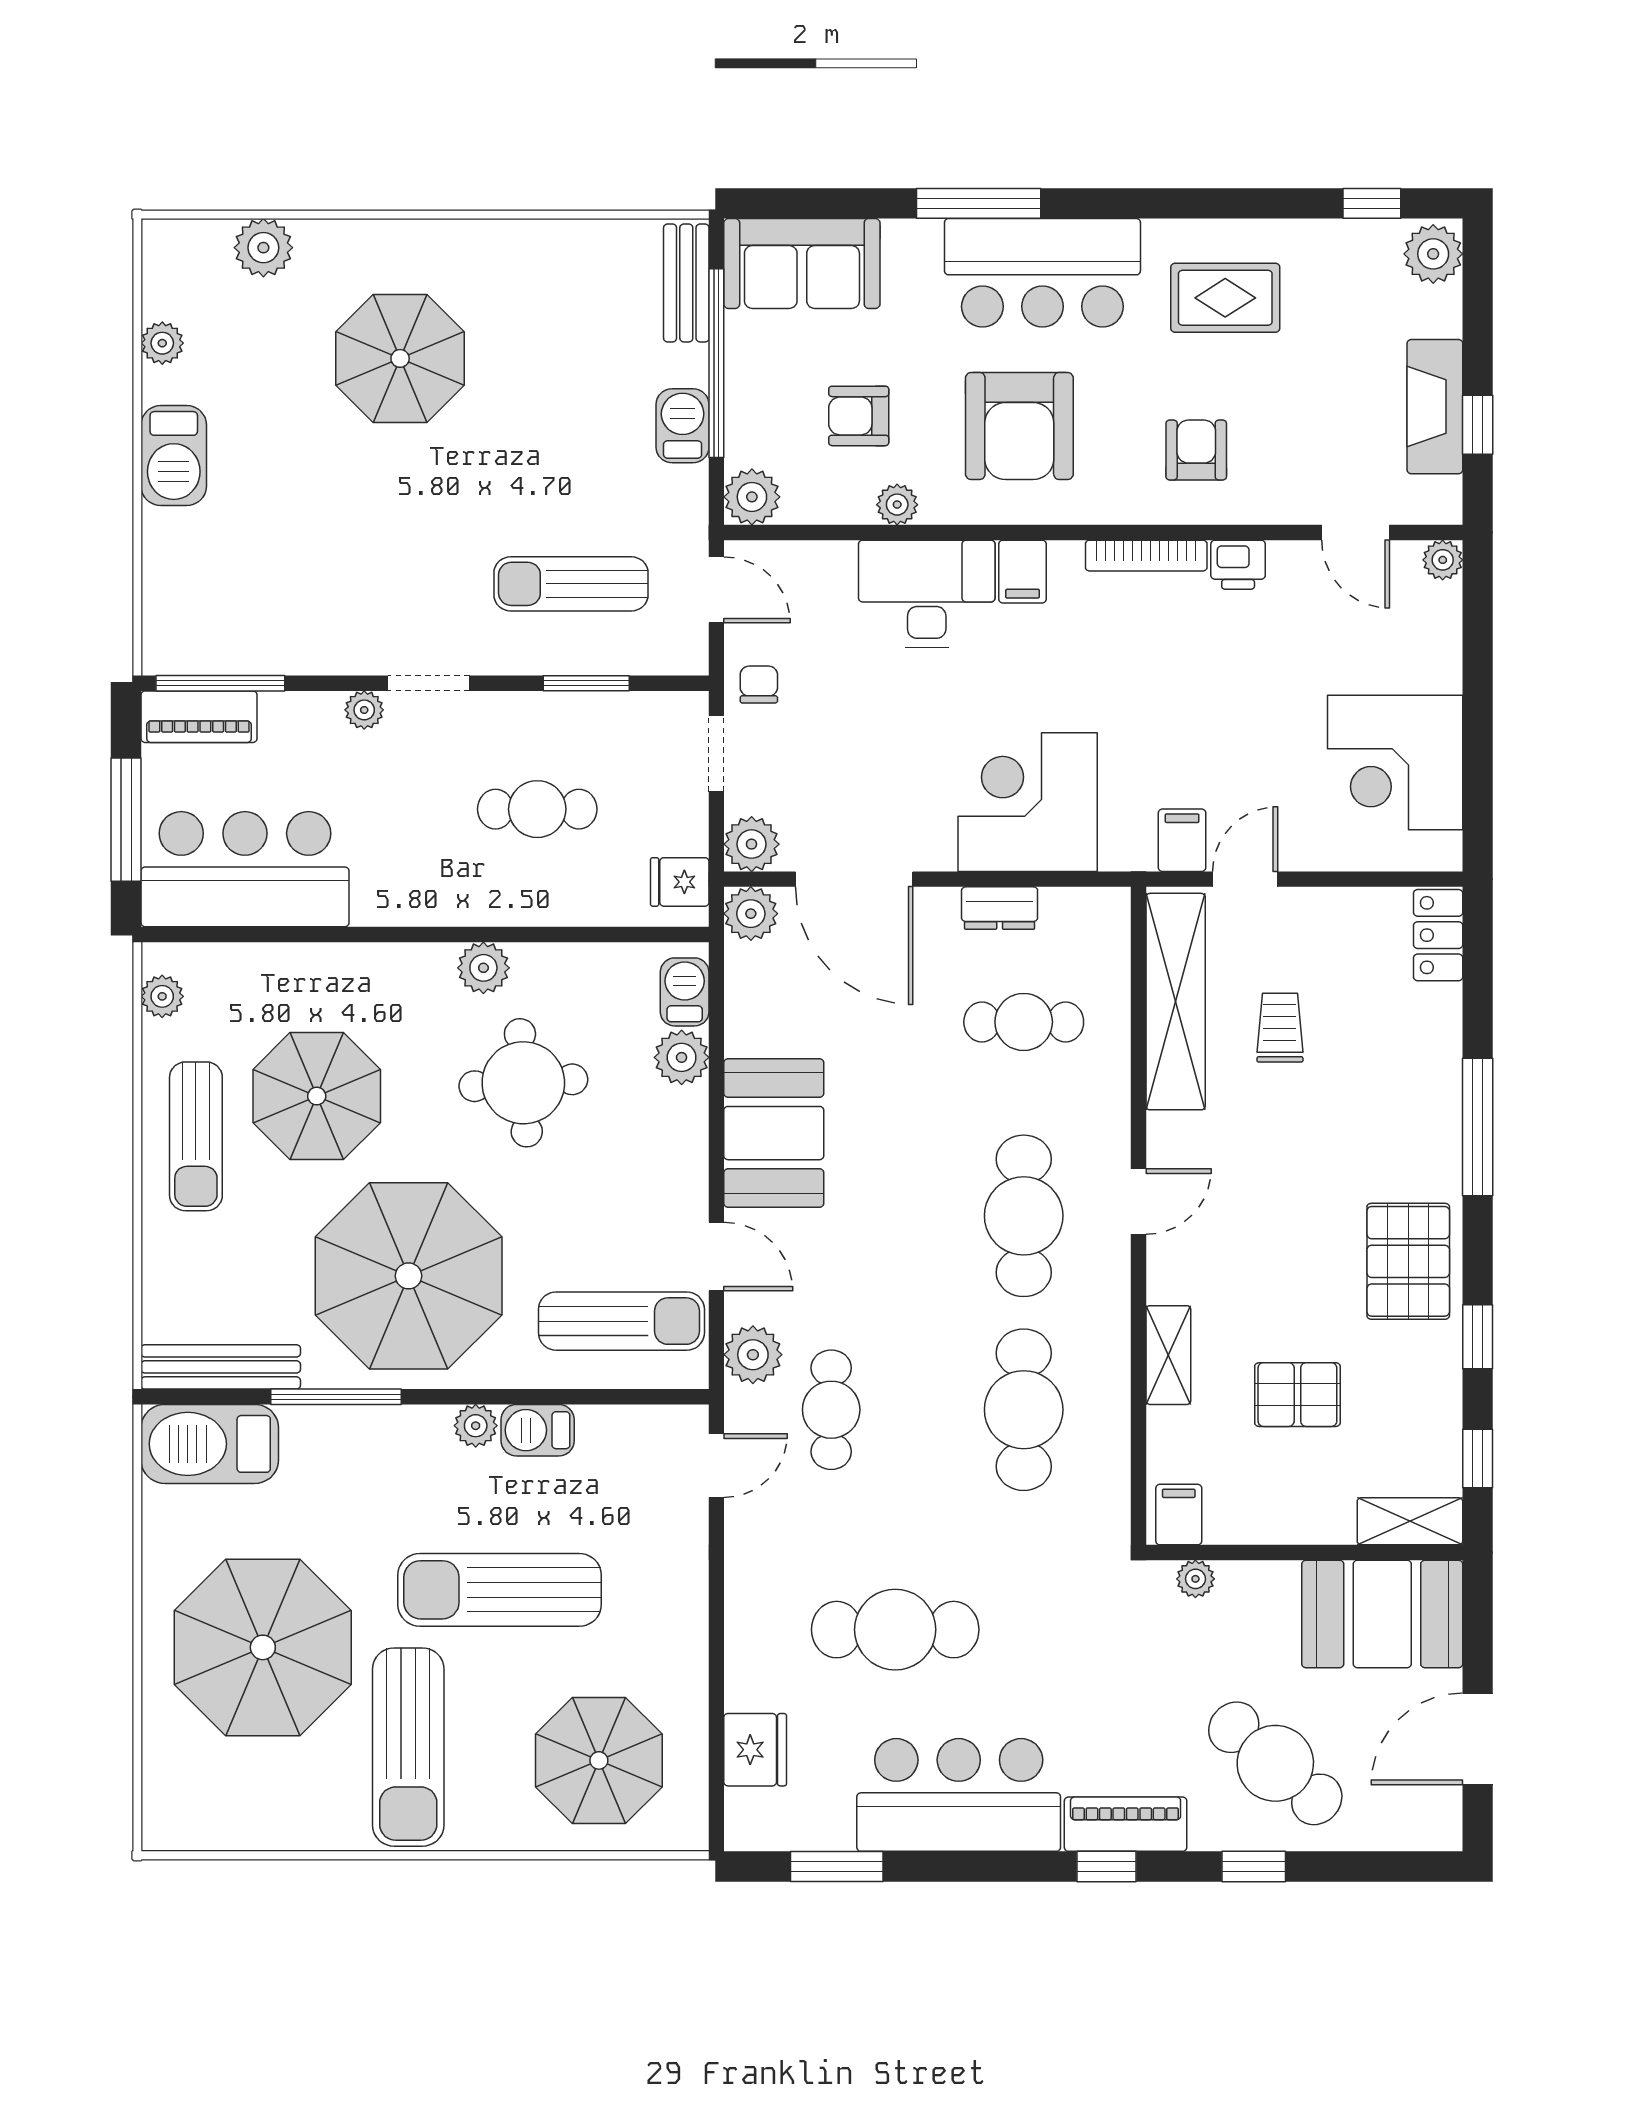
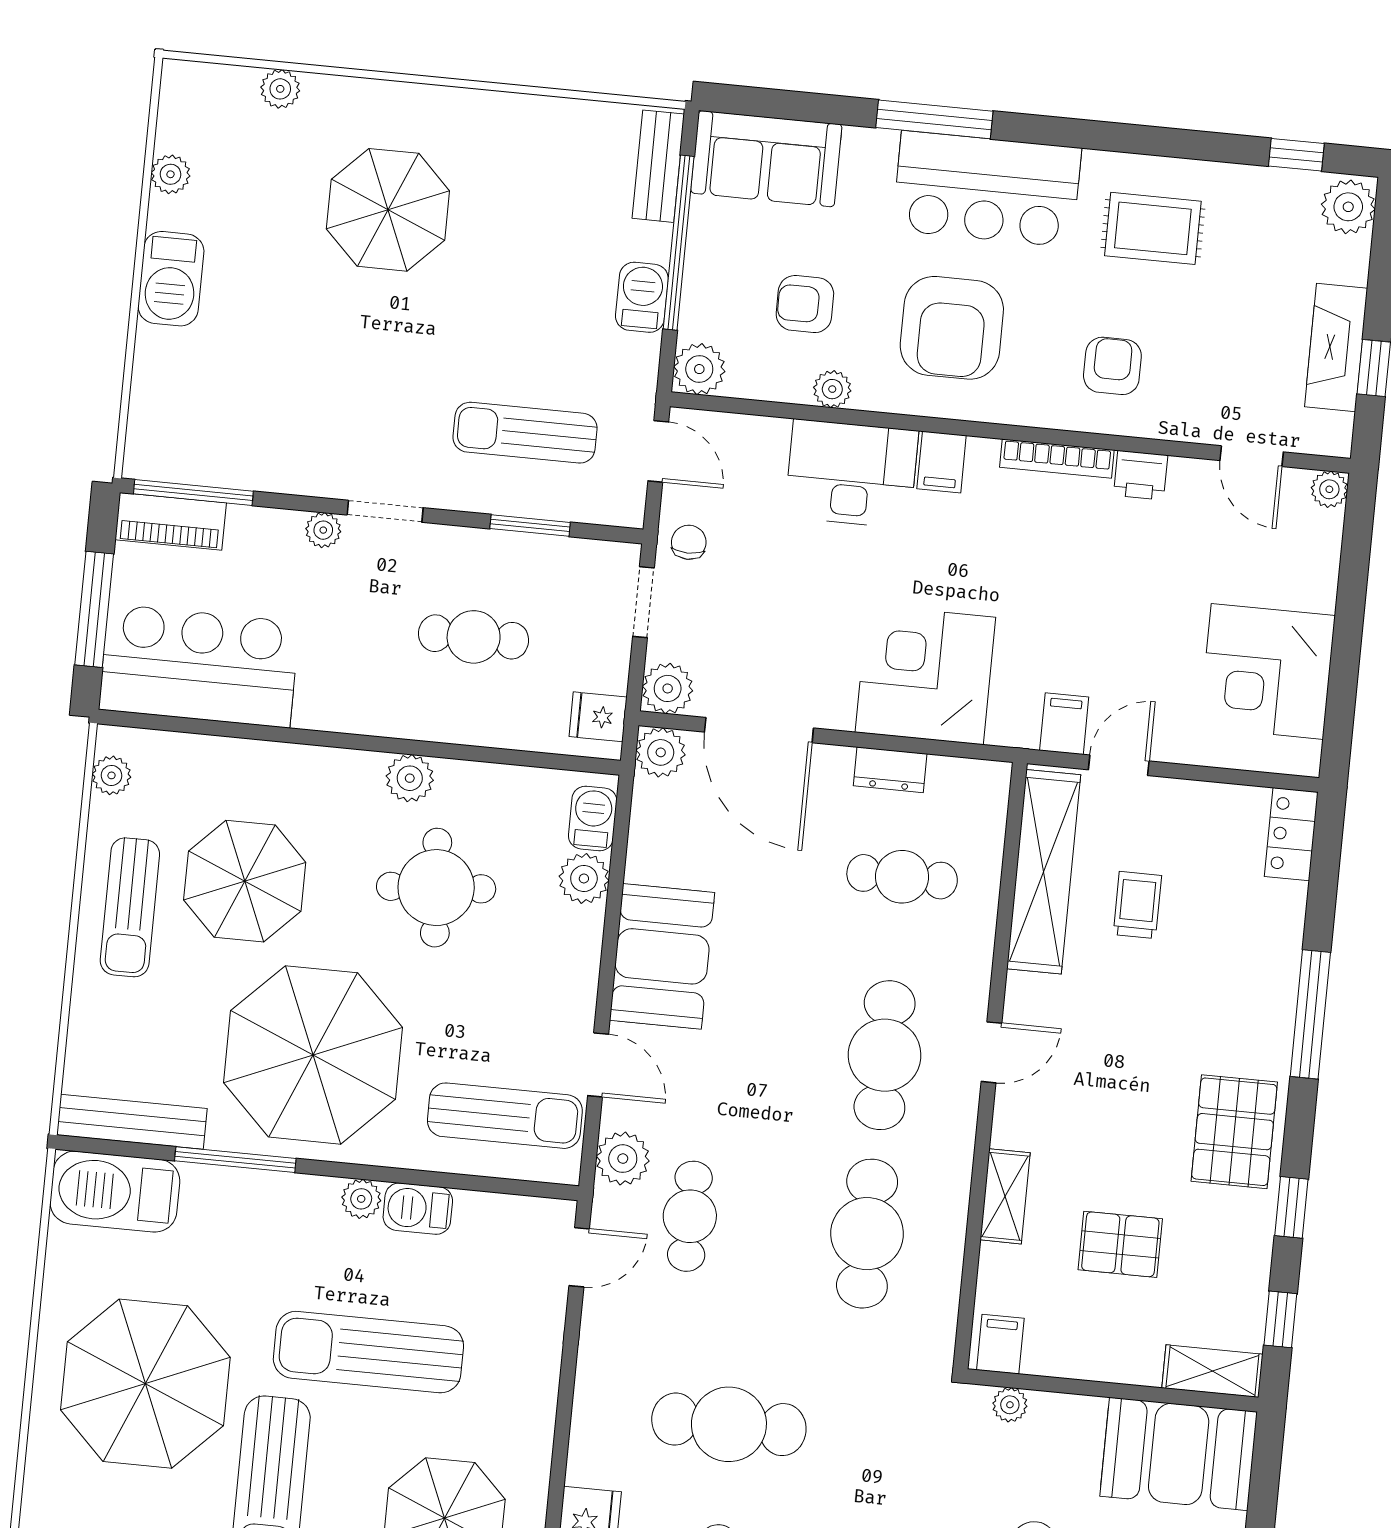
plant: (263, 248) -> (280, 89), width x0.73, depth x0.73

